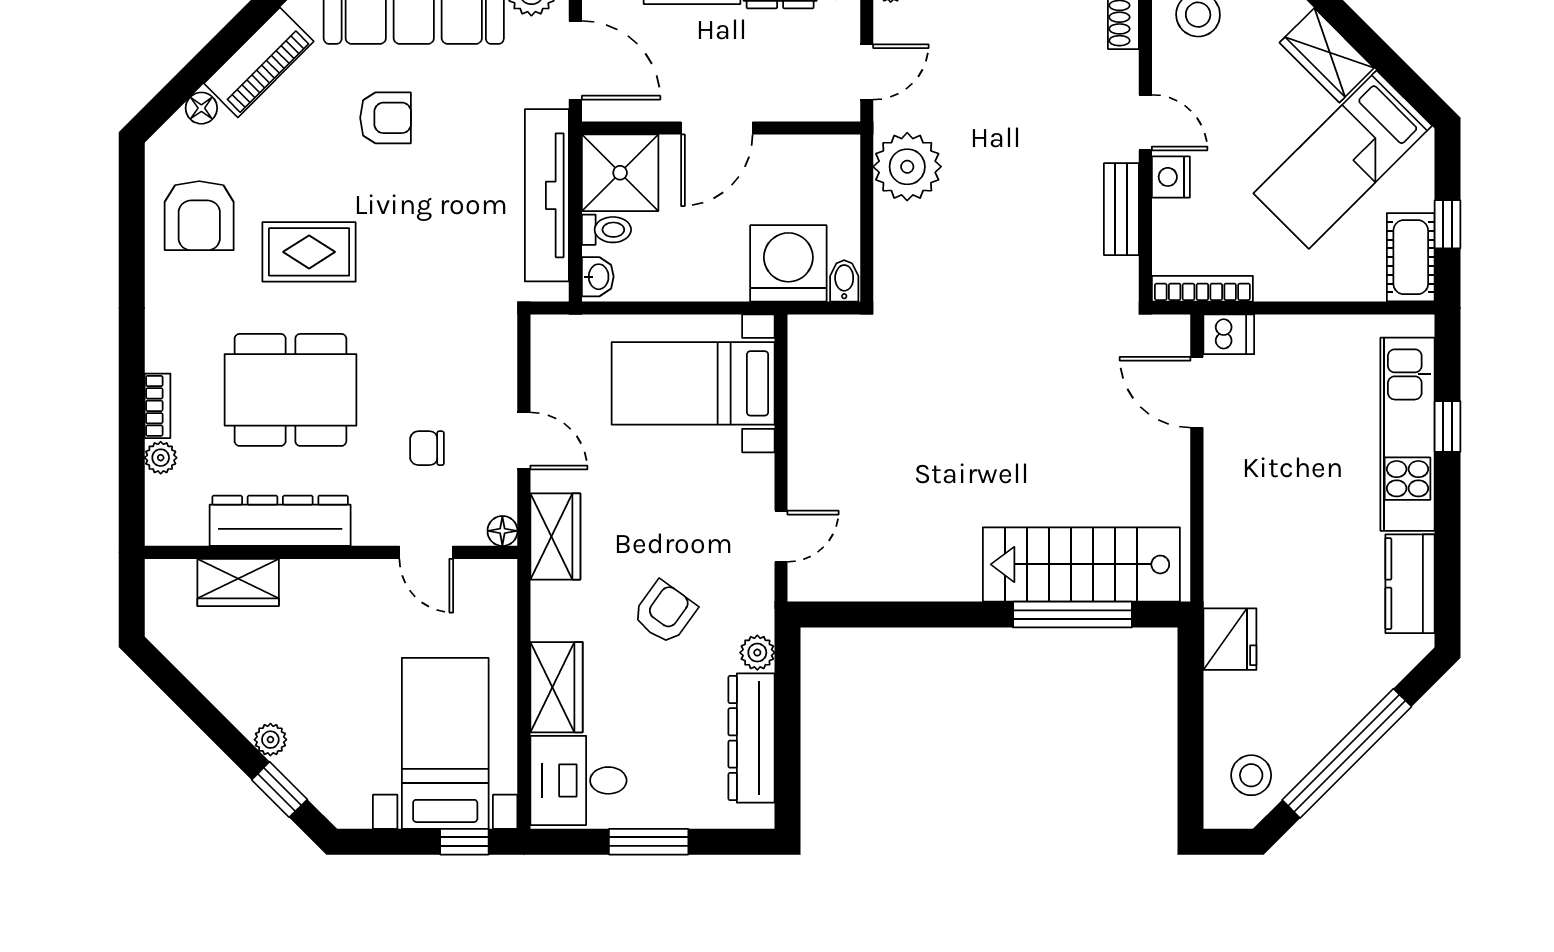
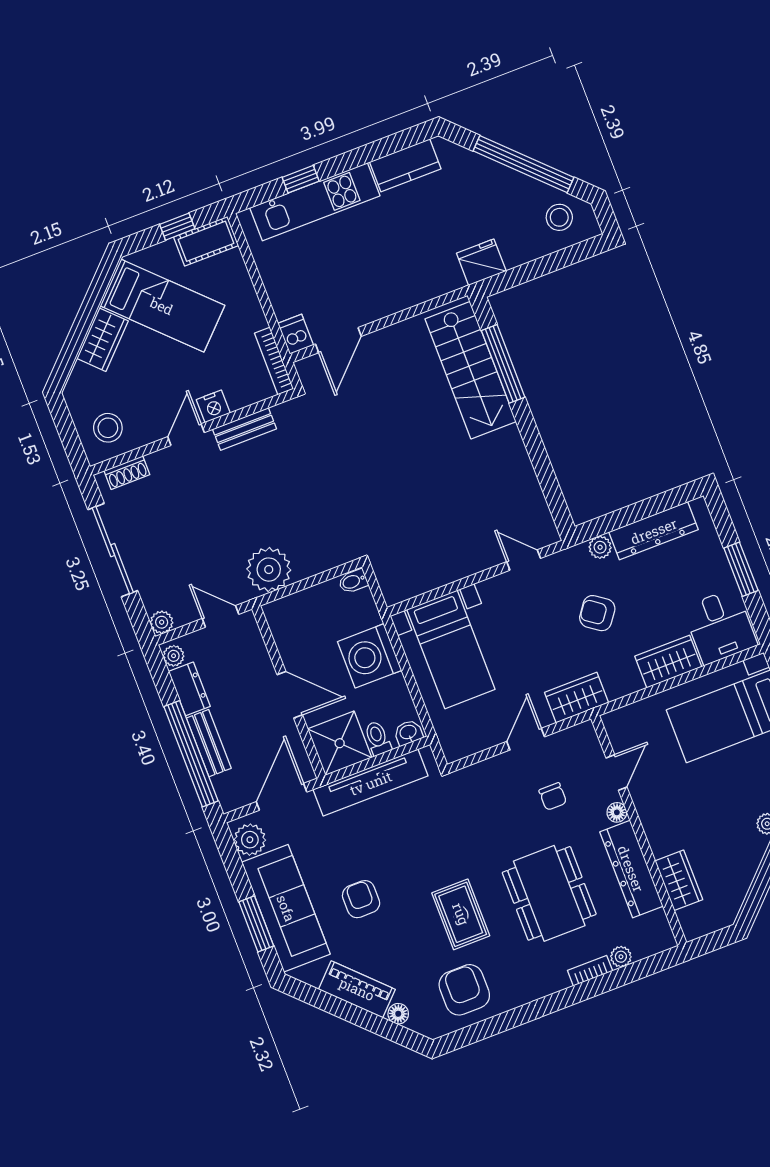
armchair: (199, 216) -> (464, 990), turned -90
washing machine: (788, 263) -> (370, 656), moved
floor lamp: (502, 531) -> (617, 812), moved

